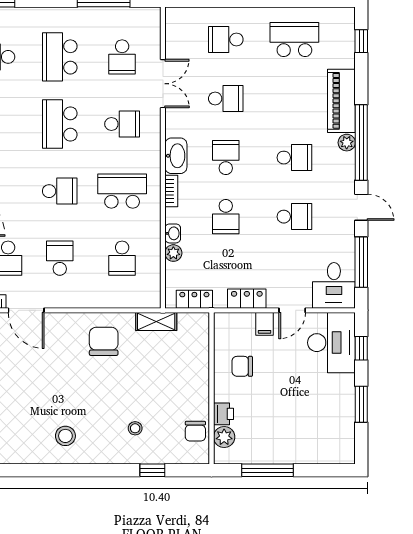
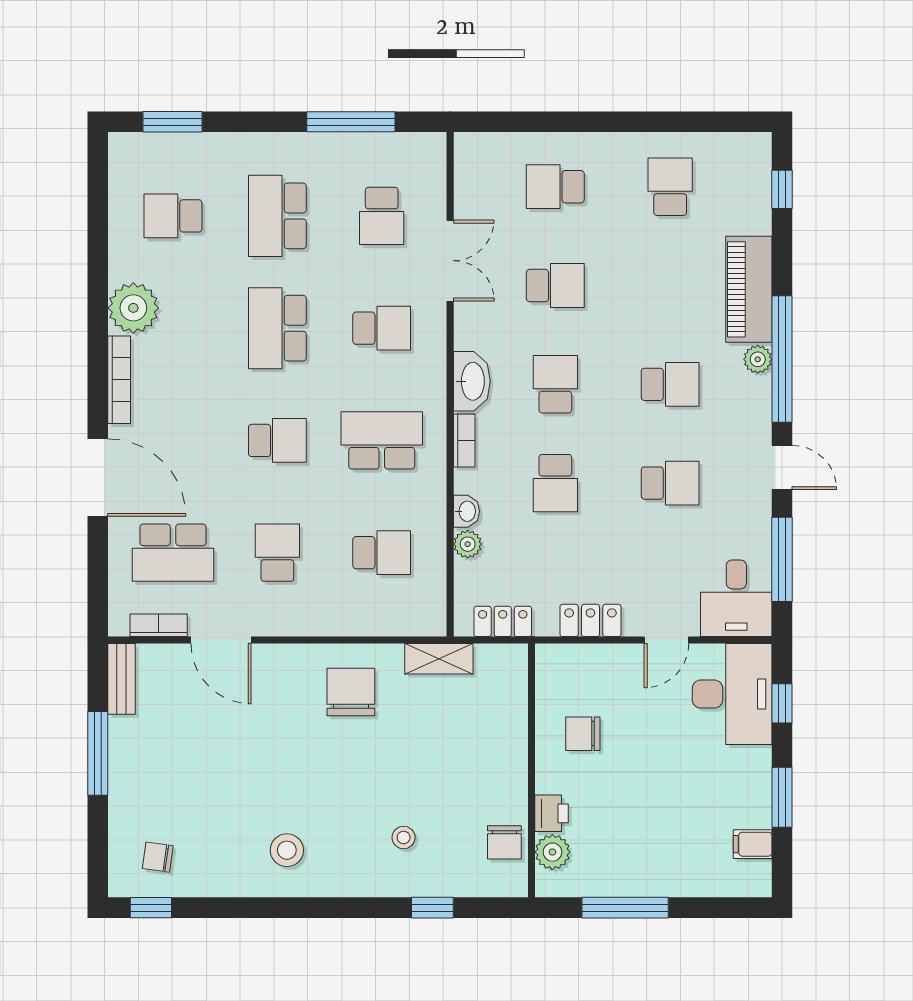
school desk: (294, 40) -> (670, 187), width x0.54
school desk: (122, 258) -> (382, 553), turned -90
filing cabinet: (265, 324) -> (753, 844), moved, turned 90

